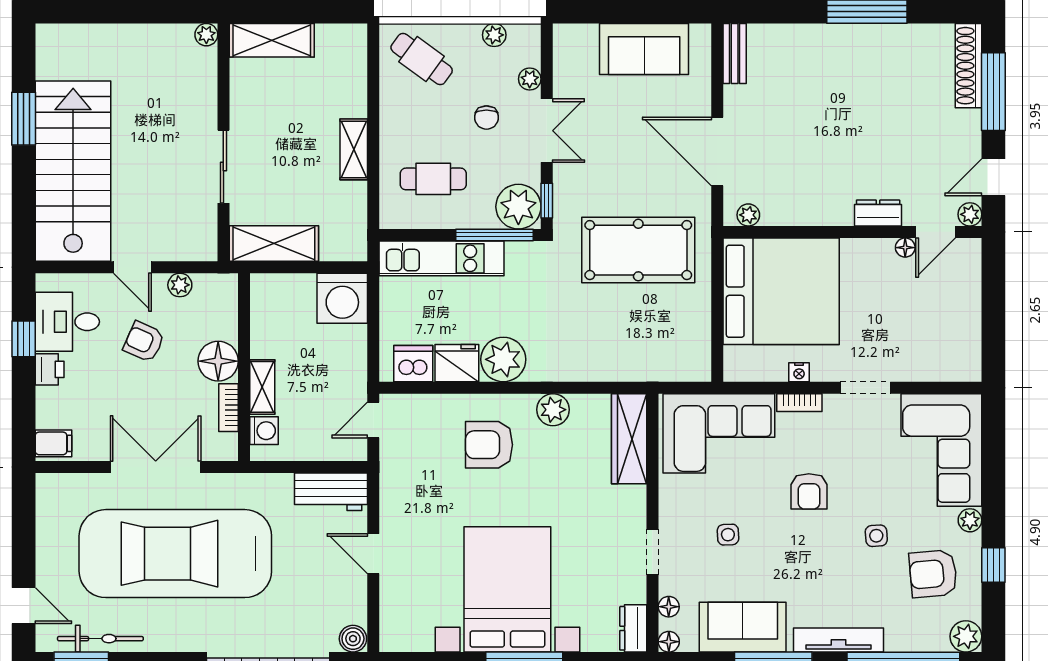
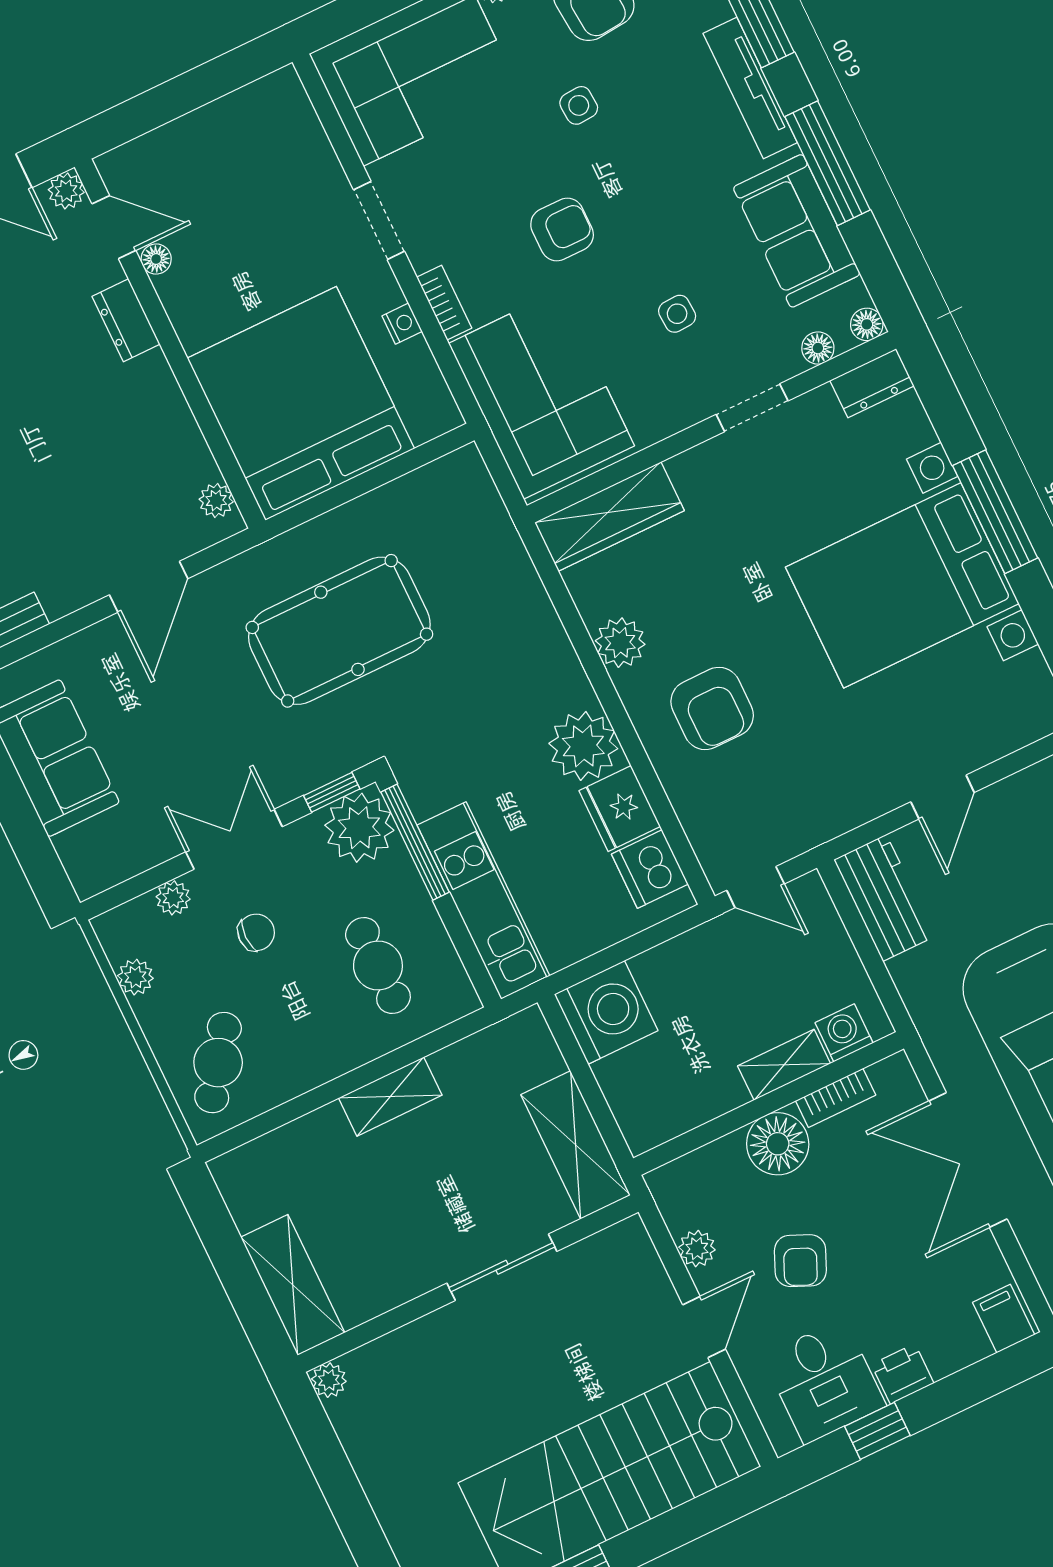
door: (717, 152) -> (149, 587), width x0.73
pool table: (638, 250) -> (339, 631), turned 90

